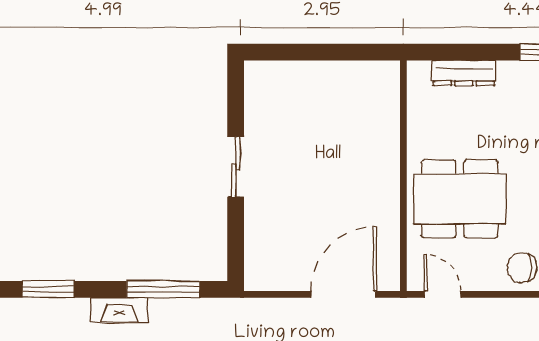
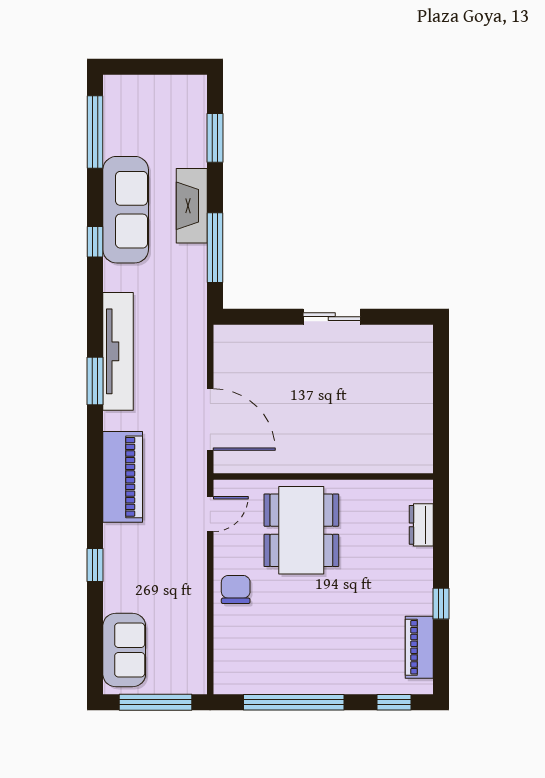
dresser: (464, 73) -> (421, 525), width x0.70
fireplace: (119, 310) -> (192, 206), width x1.37, depth x1.32

